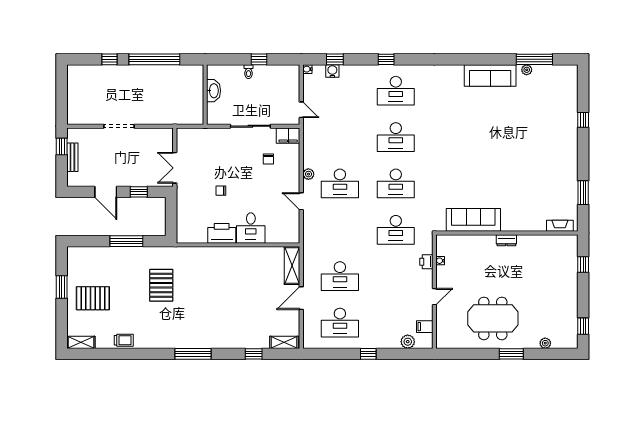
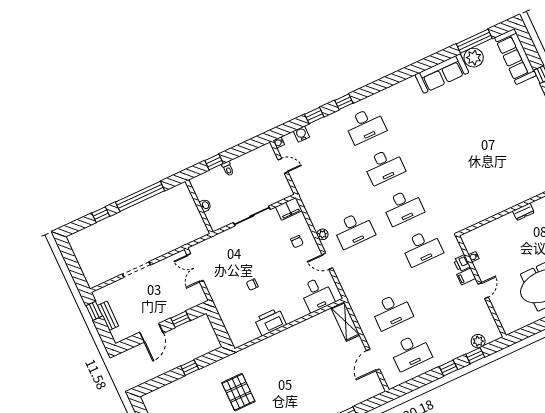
window: (259, 59) -> (214, 162), moved
window: (335, 59) -> (314, 115), moved
plant: (527, 70) -> (474, 58), width x1.87, depth x1.87
washbasin: (214, 91) -> (205, 205), width x0.52, depth x0.69
door: (301, 110) -> (283, 166), moved
chair: (268, 159) -> (297, 242), moved
double door: (175, 168) -> (195, 268), moved
door: (106, 192) -> (152, 333), hinge flipped
sofa: (473, 220) -> (515, 57), moved, turned -90
desk: (251, 228) -> (317, 294), moved
window: (126, 241) -> (190, 368), width x0.46
door: (301, 298) -> (373, 360), moved
filing cabinet: (425, 327) -> (466, 276), moved
shelving: (284, 342) -> (370, 392), removed
window: (399, 354) -> (475, 356), added

